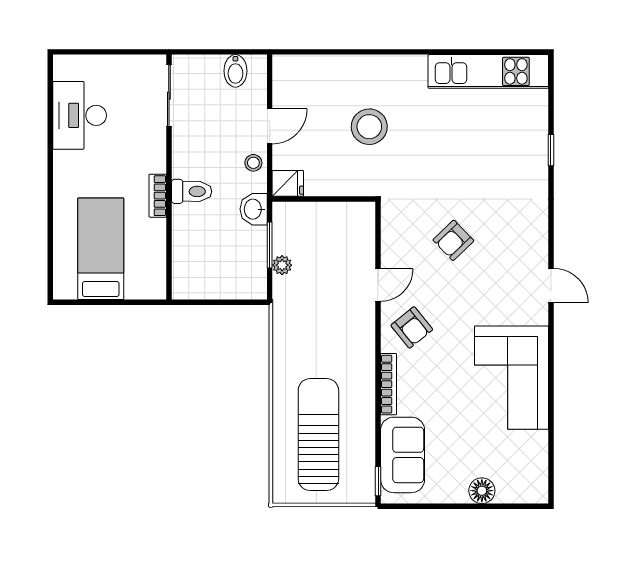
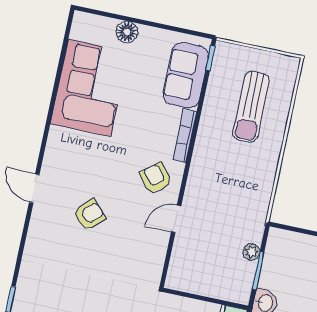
armchair: (453, 240) -> (89, 215), moved
corner sofa: (512, 378) -> (89, 88), moved
sun lounger: (318, 435) -> (251, 107), width x0.73, depth x0.75

